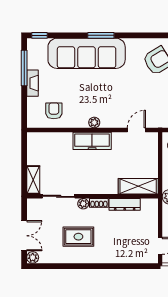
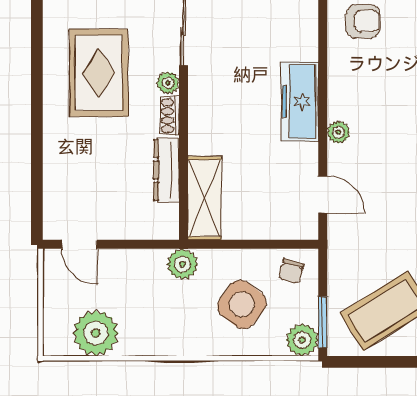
plant: (94, 122) -> (338, 132), moved
rug: (78, 237) -> (99, 73), width x1.36, depth x1.43

